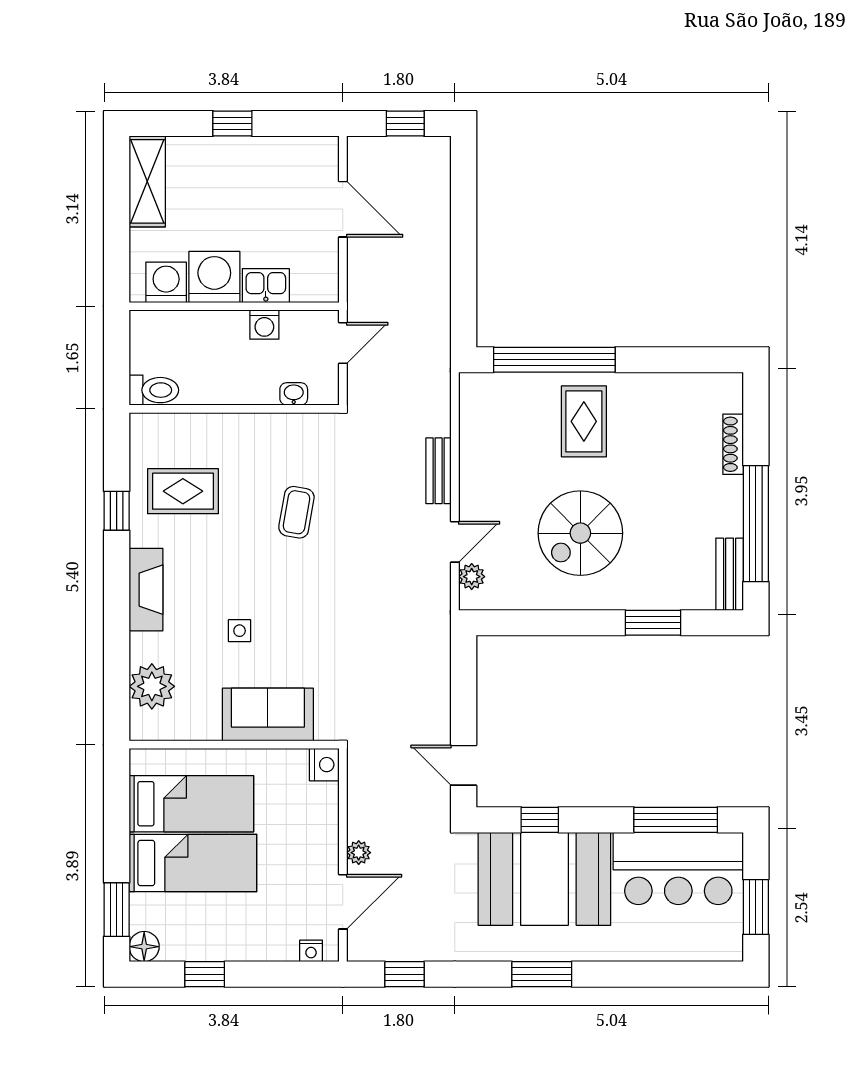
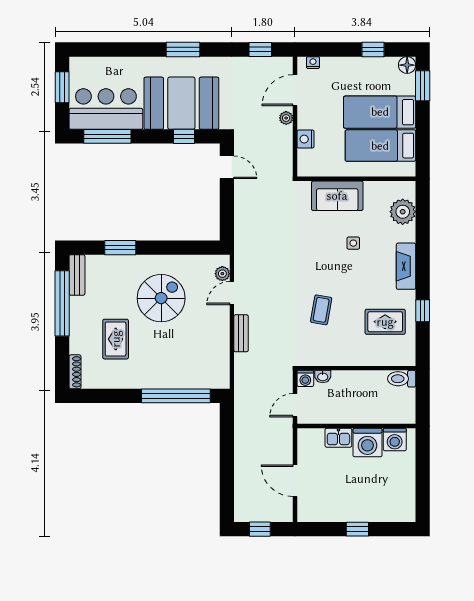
shelving: (147, 181) -> (405, 496), removed
washing machine: (264, 325) -> (305, 378), moved, turned 180
rug: (584, 421) -> (116, 339), moved
shoe rack: (733, 444) -> (75, 372), moved
nightstand: (324, 765) -> (305, 139), moved

